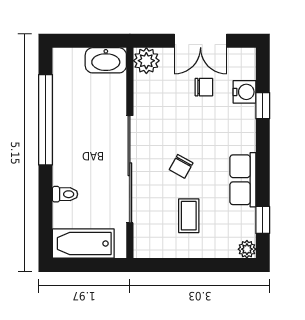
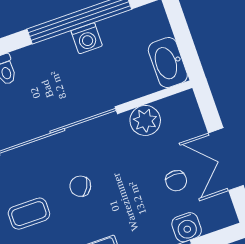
plant: (146, 61) -> (145, 120), moved
washing machine: (63, 119) -> (87, 38), added

